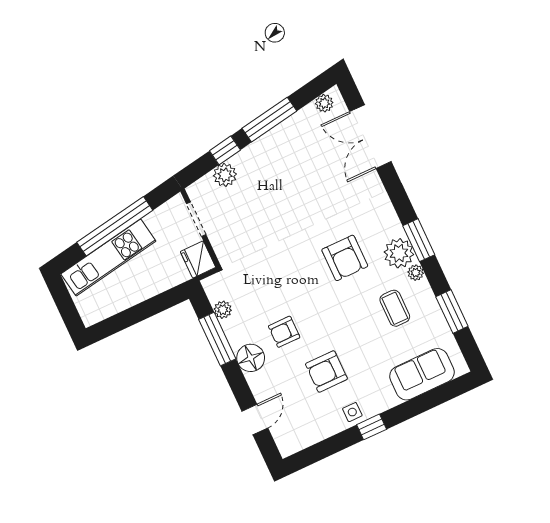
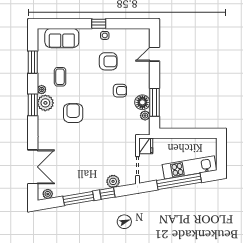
floor lamp: (251, 358) -> (142, 102), moved

